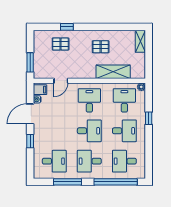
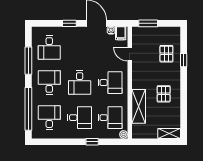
desk: (124, 131) -> (80, 118), turned -90

